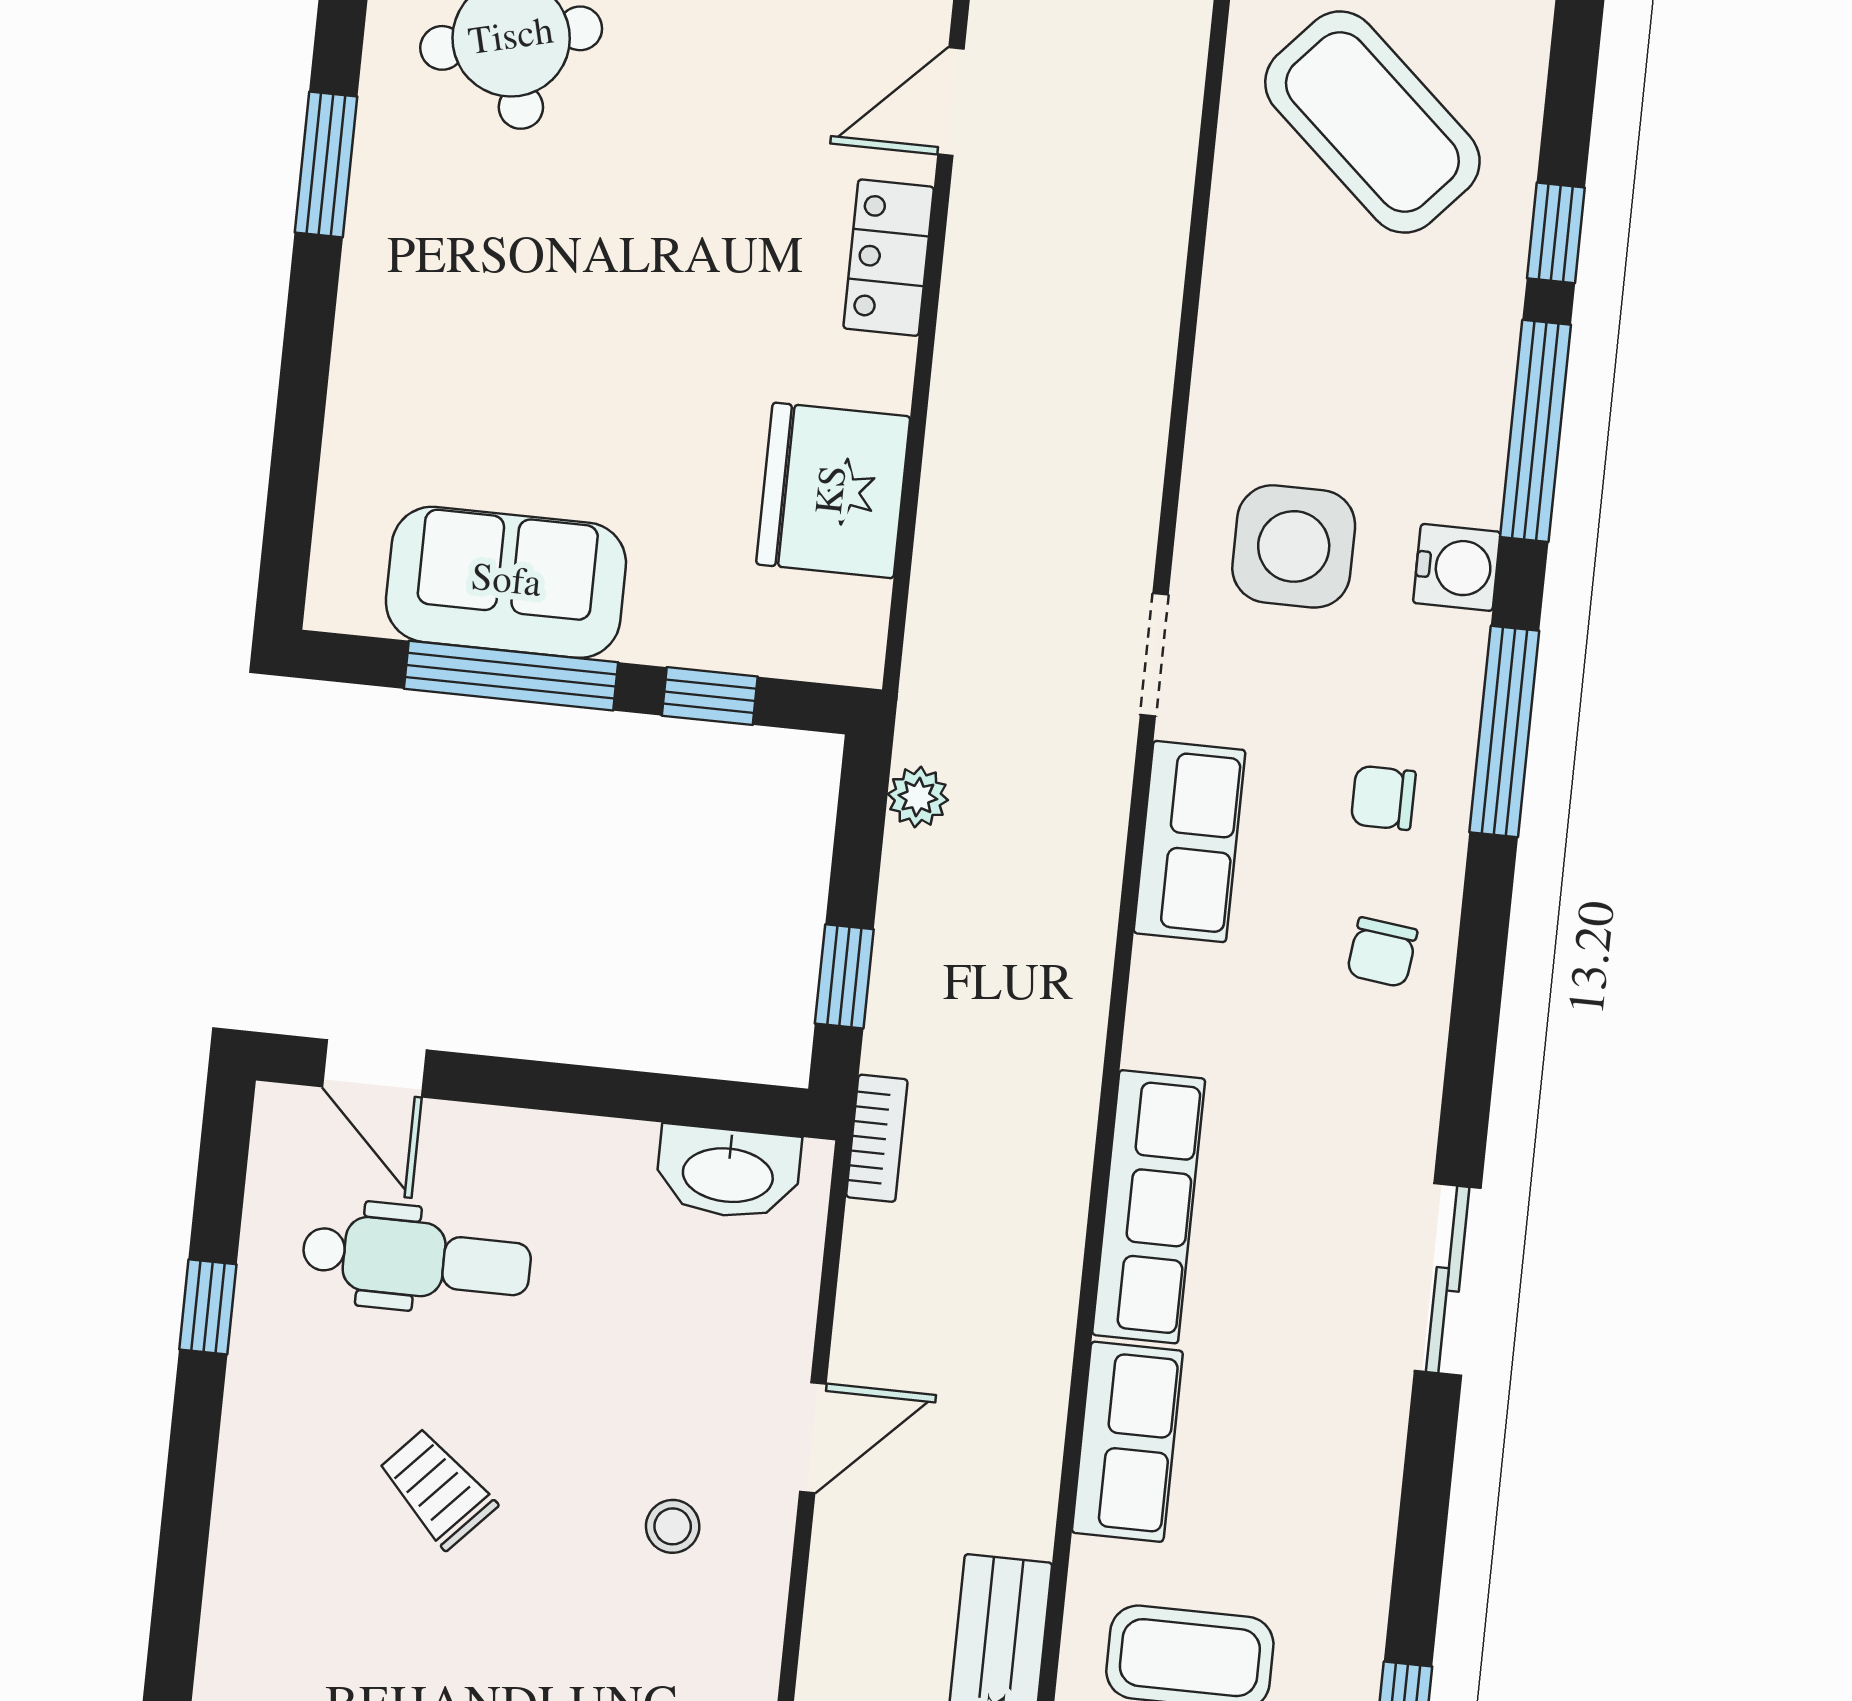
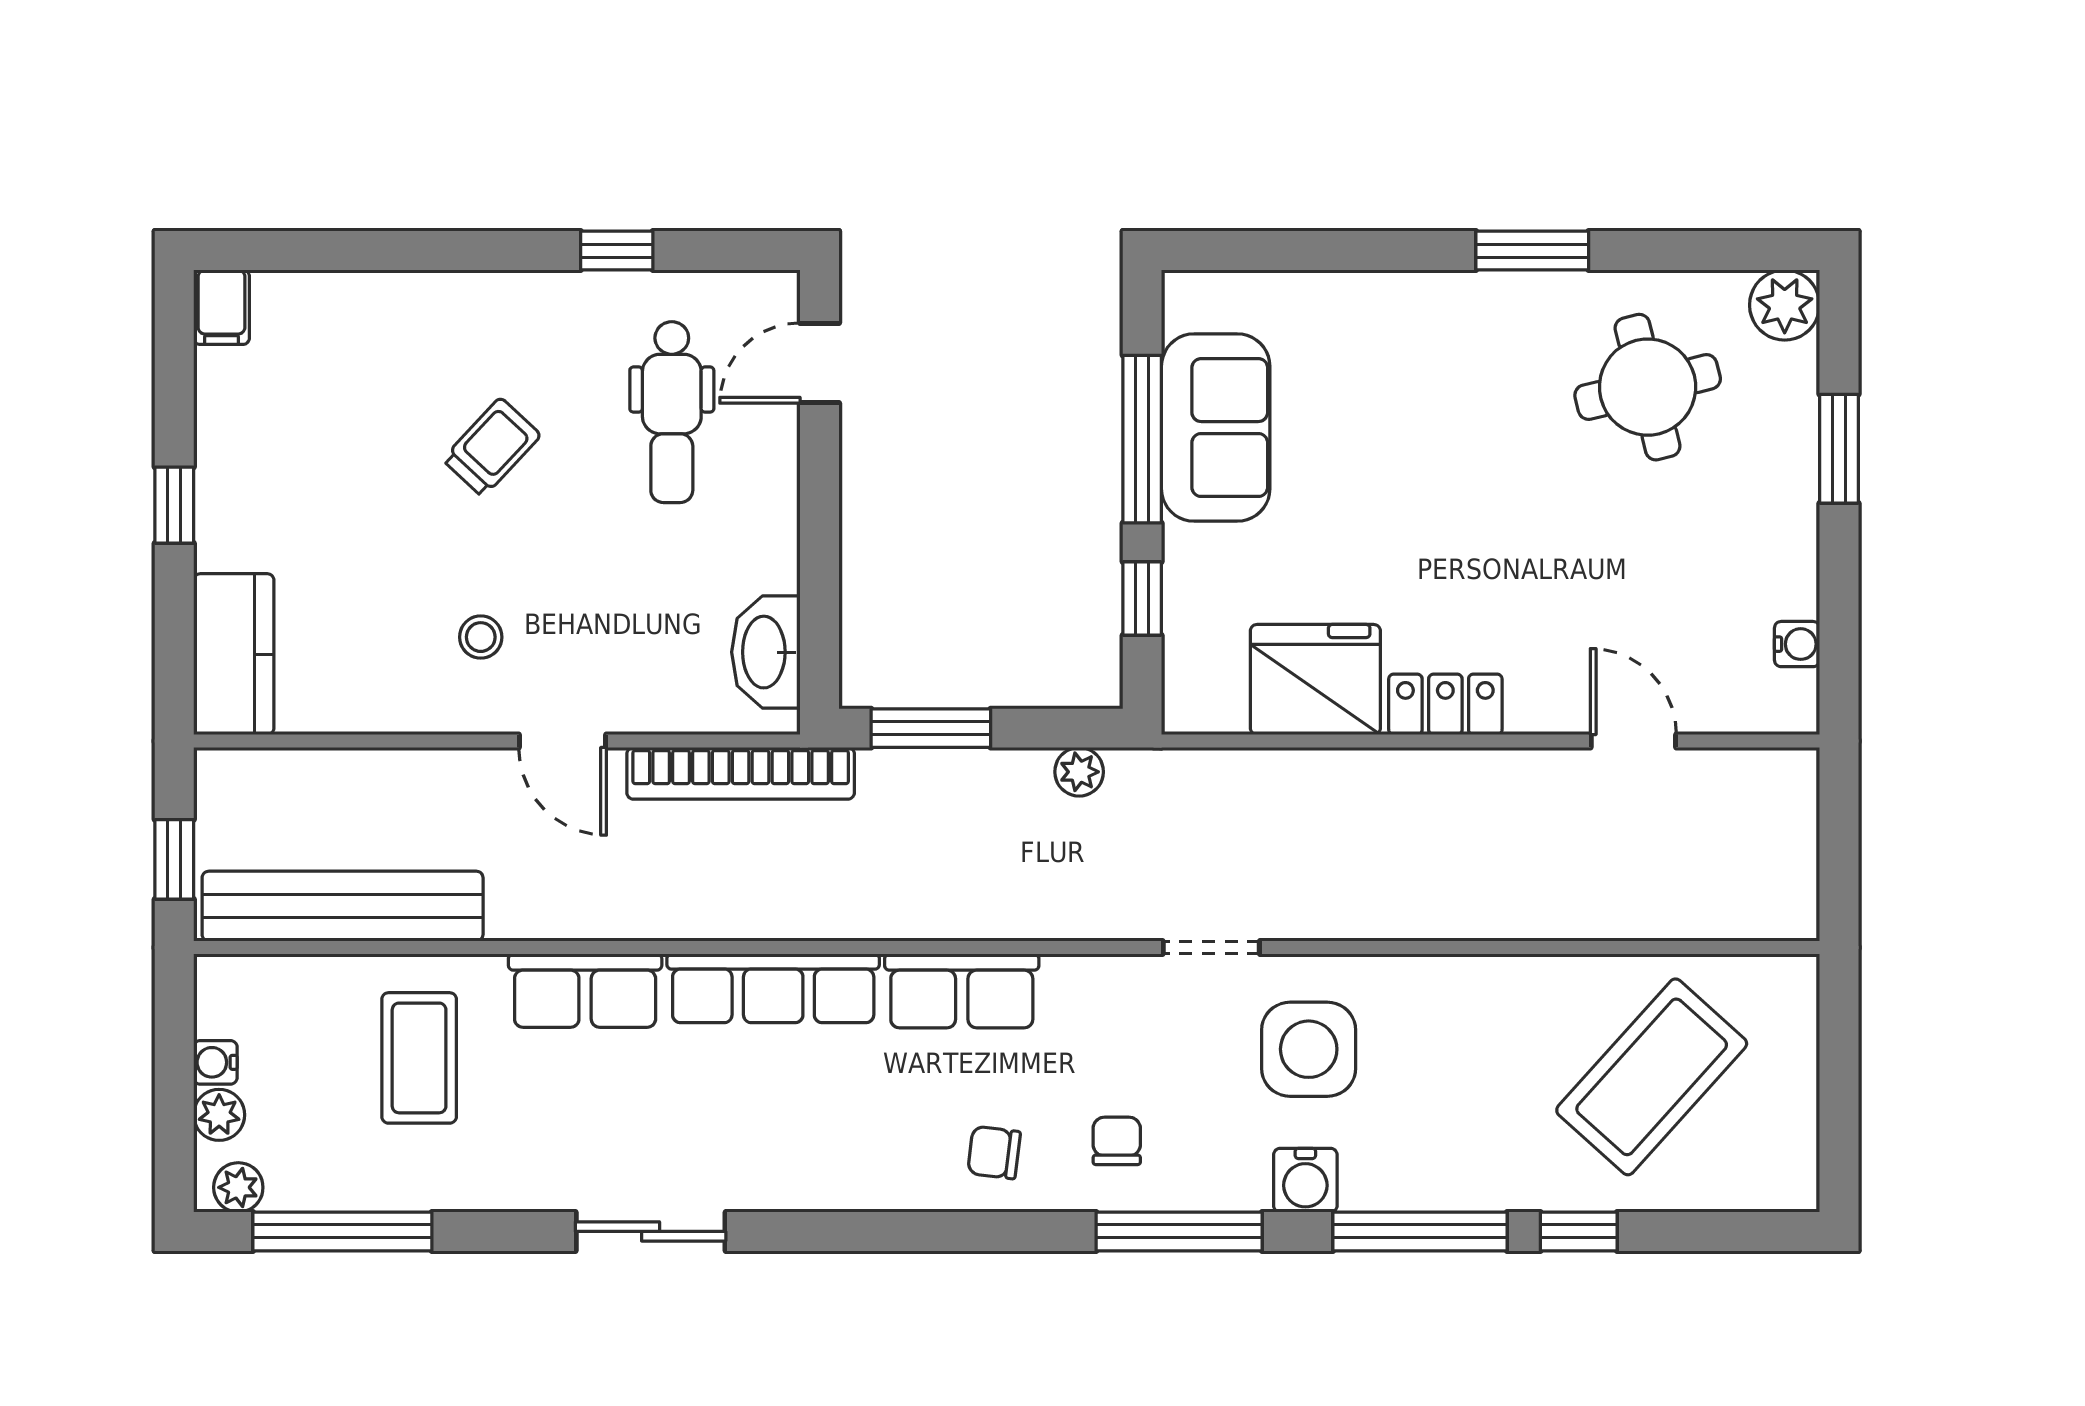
locker: (889, 258) -> (1445, 704), moved
row of seats: (1190, 842) -> (962, 991), moved
window: (844, 976) -> (931, 728), width x1.50
bookcase: (877, 1138) -> (741, 773), width x2.31, depth x1.31
sliding door: (1448, 1279) -> (651, 1231), moved

